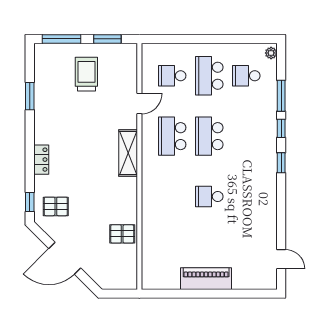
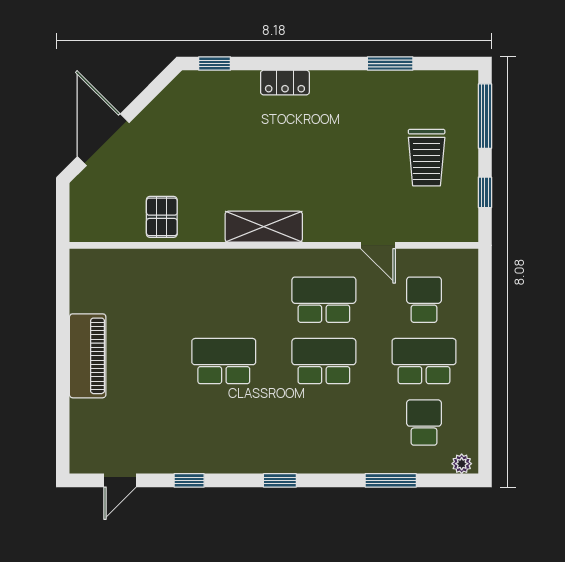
window: (107, 39) -> (485, 192), width x0.67
trolley: (86, 74) -> (427, 158), turned 90
window: (281, 128) -> (189, 480), moved
shelving: (128, 153) -> (264, 227), moved
school desk: (209, 196) -> (224, 361), width x1.85
pallet: (56, 206) -> (207, 107), removed
door: (65, 258) -> (103, 140), moved

